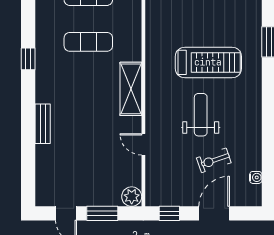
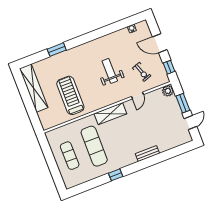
exercise mat: (88, 42) -> (94, 146), width x1.36, depth x1.45
treadmill: (208, 62) -> (70, 95), moved
weight bench: (201, 115) -> (110, 71), turned 90
exercise bike: (214, 160) -> (142, 72), moved

